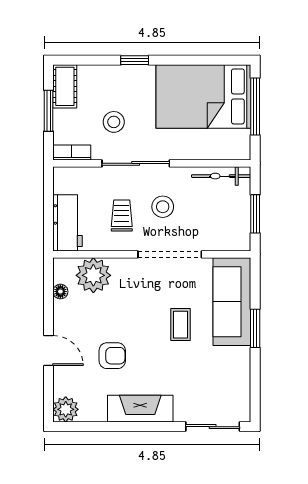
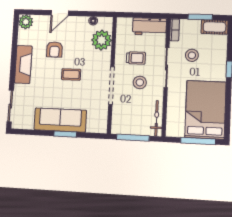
window: (255, 214) -> (133, 138), width x1.44
workbench: (68, 223) -> (149, 27), moved
sofa: (232, 302) -> (60, 120), moved
coffee table: (181, 325) -> (71, 74), moved

